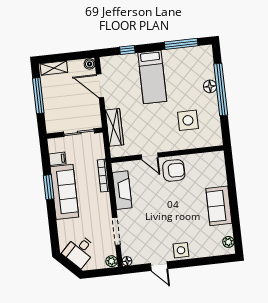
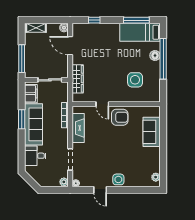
bed: (152, 77) -> (140, 32), moved, turned 90
window: (38, 96) -> (22, 59), moved
filing cabinet: (57, 159) -> (31, 94), width x2.00
sofa: (219, 206) -> (152, 132), moved
desk: (79, 251) -> (35, 156), moved, turned 45

